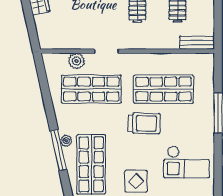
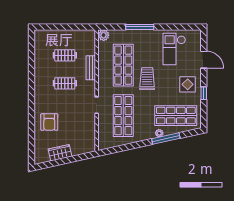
bench: (197, 43) -> (91, 68), moved
plant: (77, 61) -> (104, 35), moved
checkout: (186, 162) -> (174, 49), turned 180

